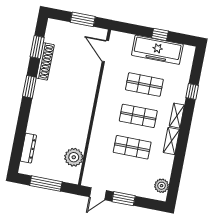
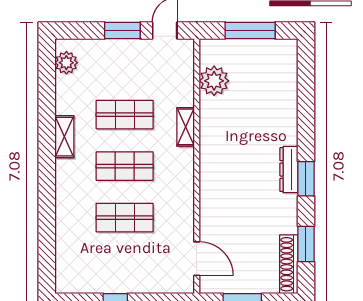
freezer: (157, 50) -> (115, 277), removed
shoe rack: (45, 61) -> (289, 264), moved
window: (192, 92) -> (47, 221), removed
shelving: (177, 116) -> (186, 127), moved
dresser: (28, 148) -> (289, 170), moved

